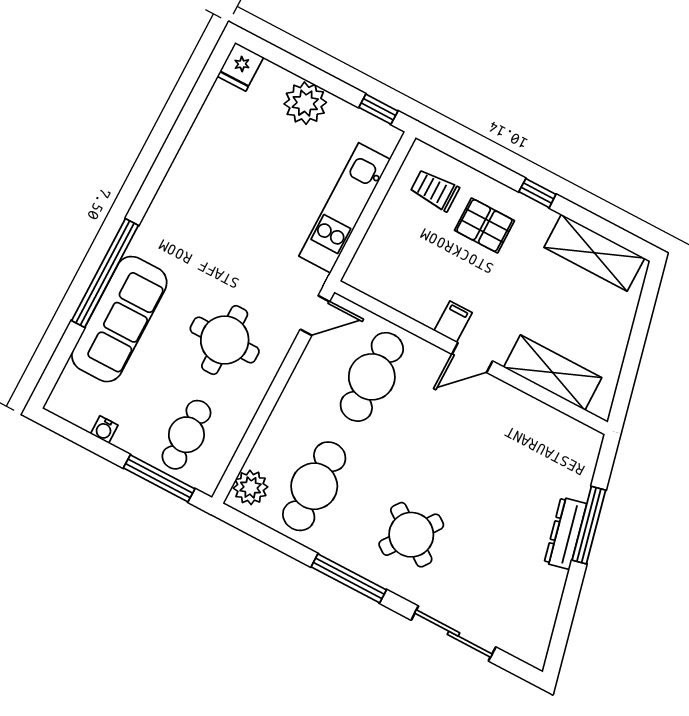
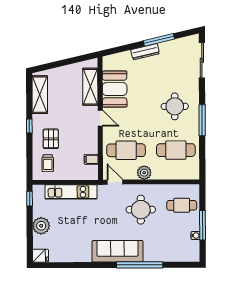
sofa: (119, 319) -> (118, 251), moved
filing cabinet: (453, 322) -> (91, 159), moved
booth: (519, 423) -> (115, 89), added
window: (159, 478) -> (202, 225), moved
plant: (251, 487) -> (144, 173), moved
window: (589, 525) -> (159, 40), moved
round table: (411, 535) -> (175, 106), turned -36
sliding door: (453, 634) -> (202, 60), moved

